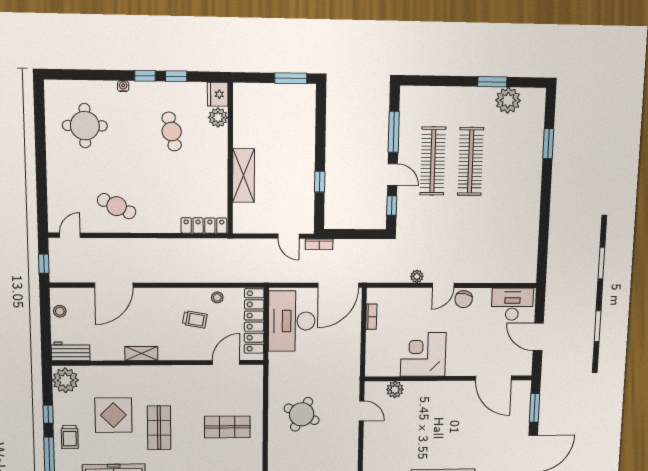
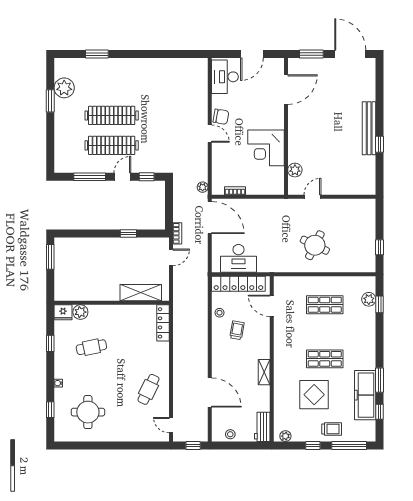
window: (145, 76) -> (50, 410), moved
shelving: (244, 175) -> (141, 293), moved
plant: (417, 276) -> (203, 187), moved
desk: (292, 321) -> (238, 258), width x0.73, depth x0.77
plant: (65, 380) -> (285, 436), width x0.53, depth x0.53
shop shelf: (227, 427) -> (325, 305), turned 90

